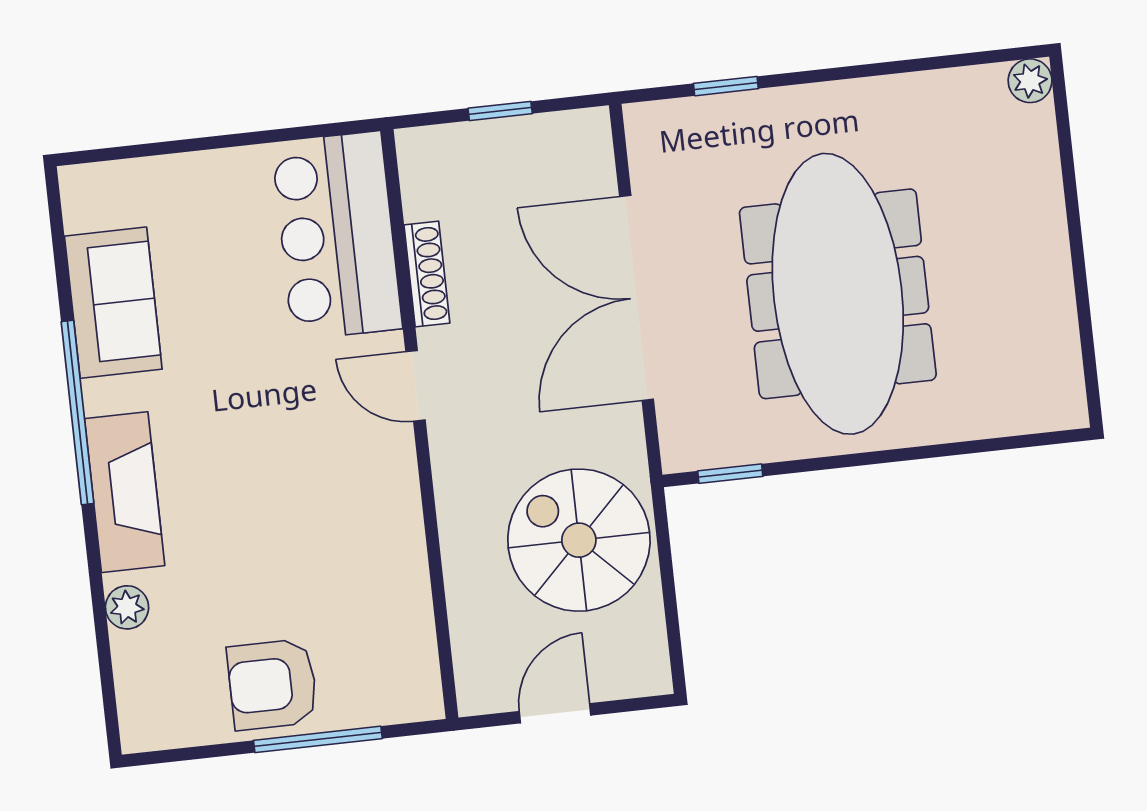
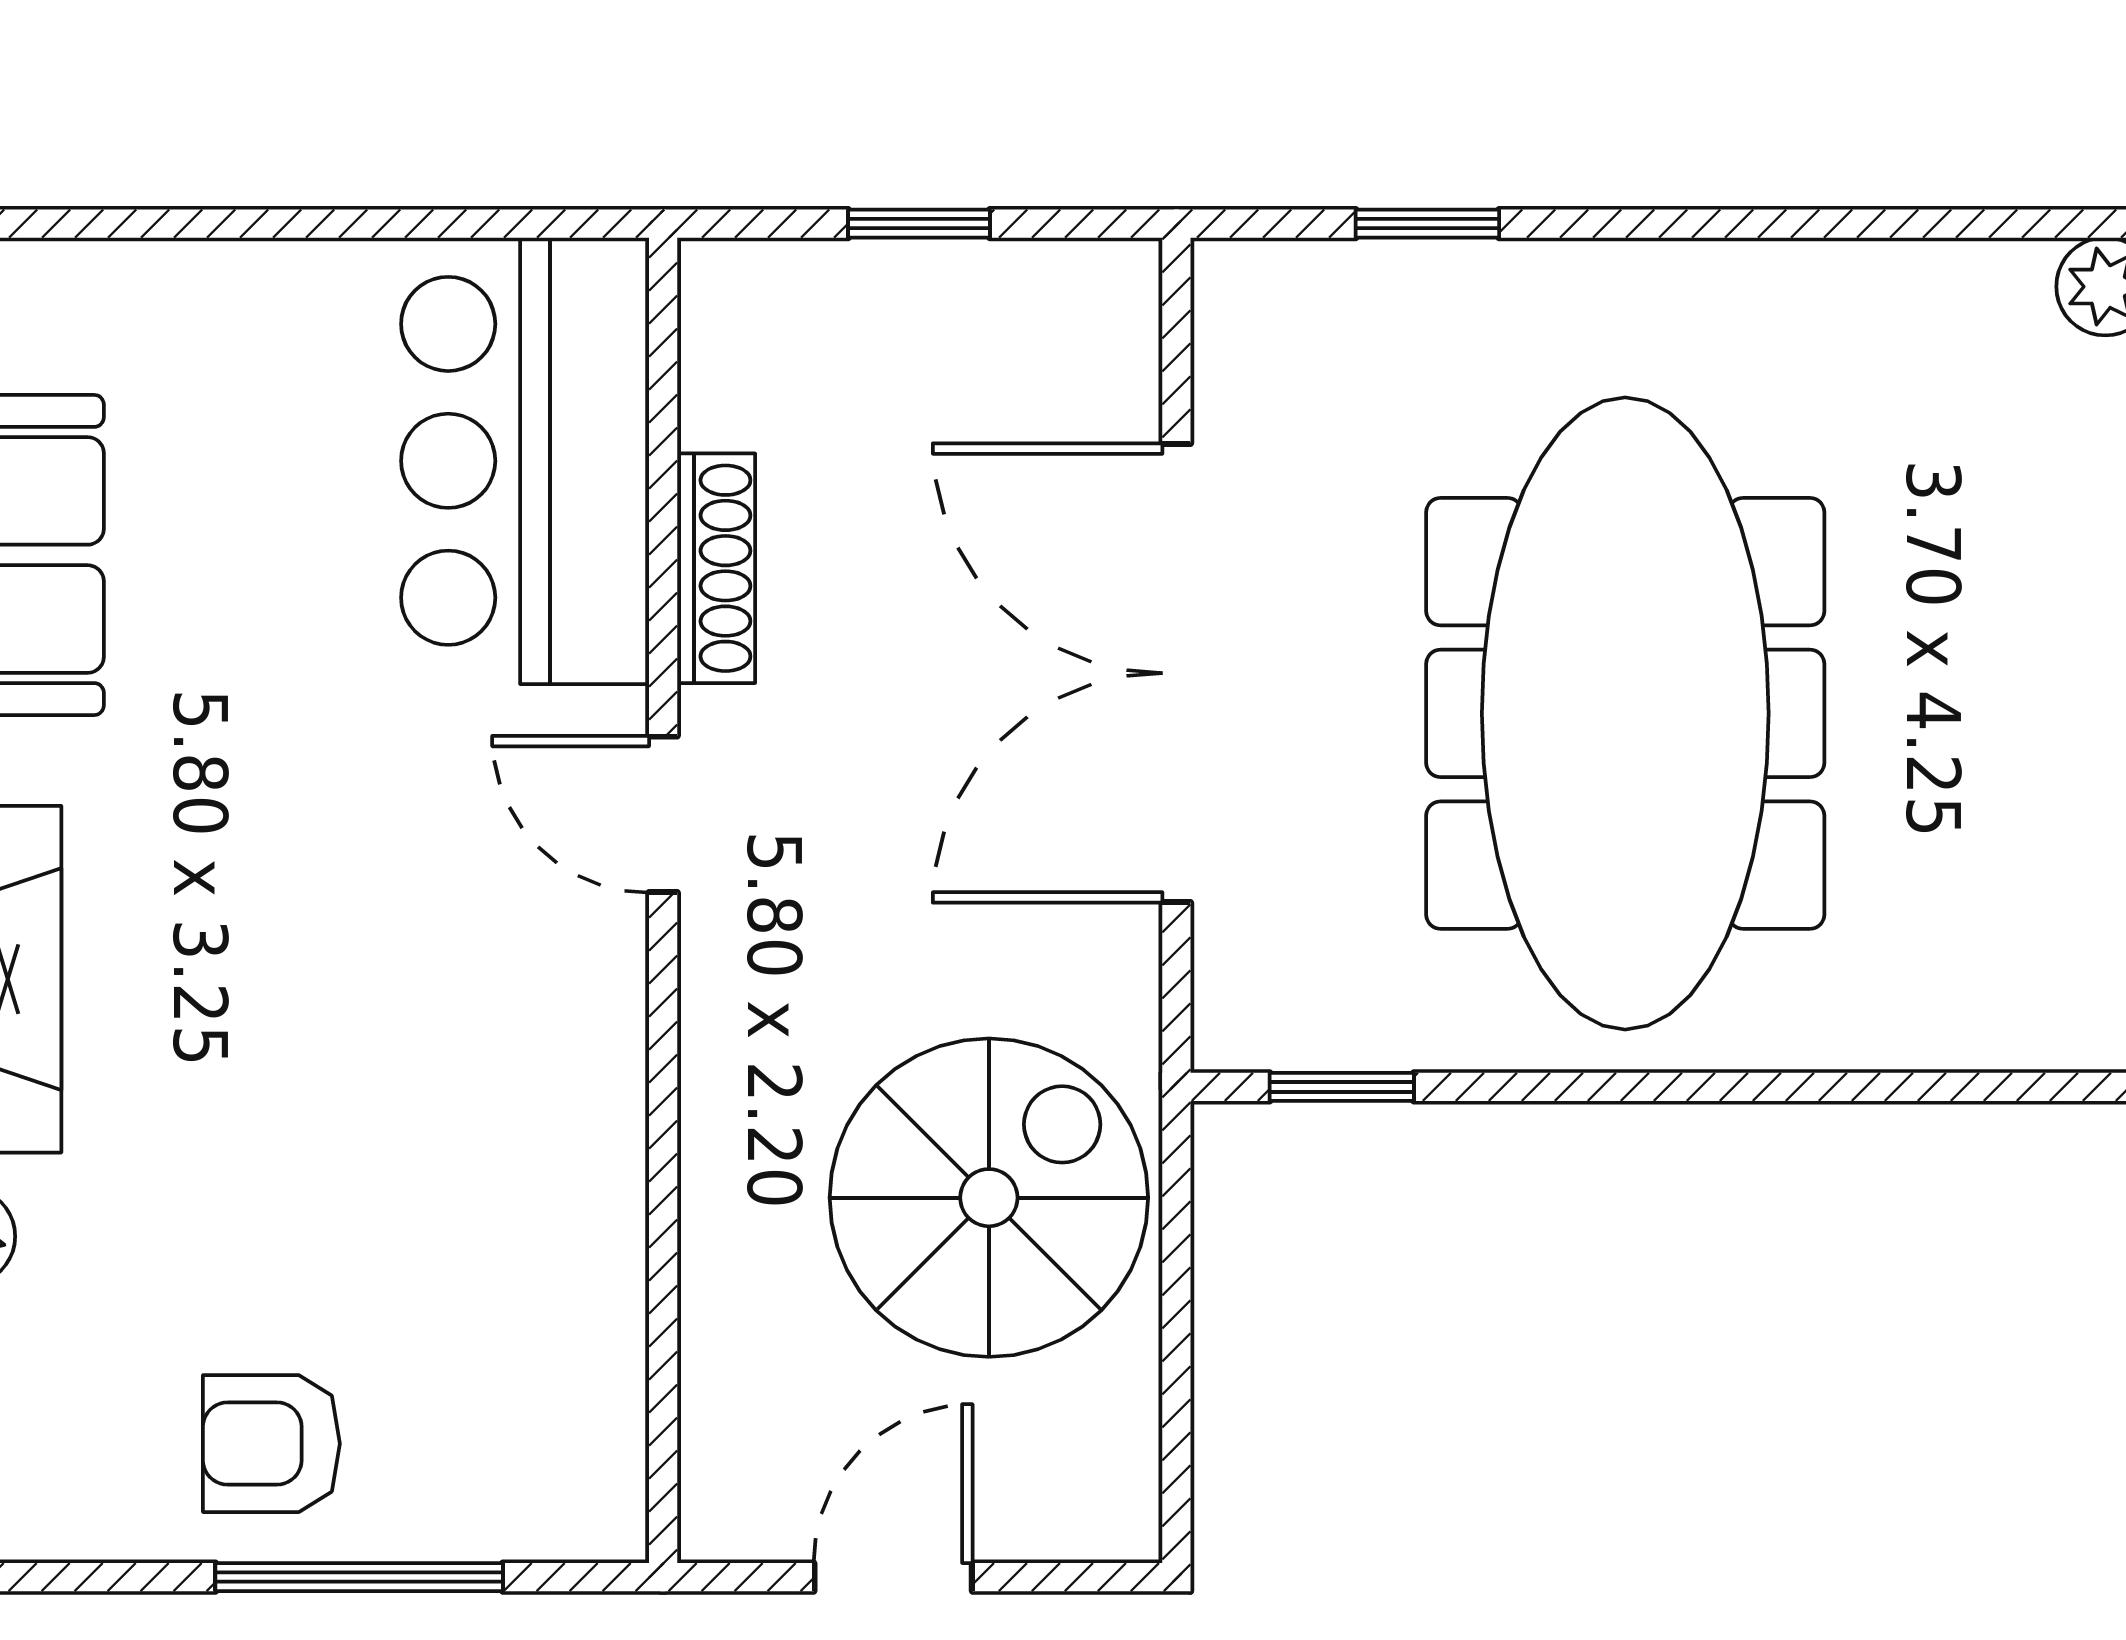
spiral stairs: (579, 540) -> (989, 1198), turned 90
armchair: (272, 684) -> (271, 1444), width x0.72, depth x0.72

